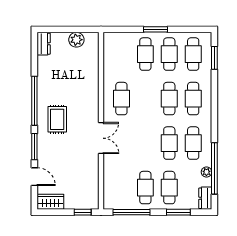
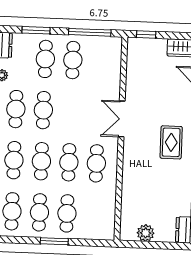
cafe table: (145, 99) -> (69, 162), added

